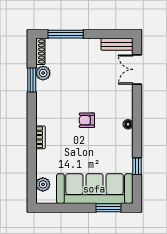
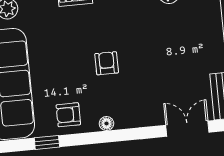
armchair: (119, 150) -> (68, 115), added

